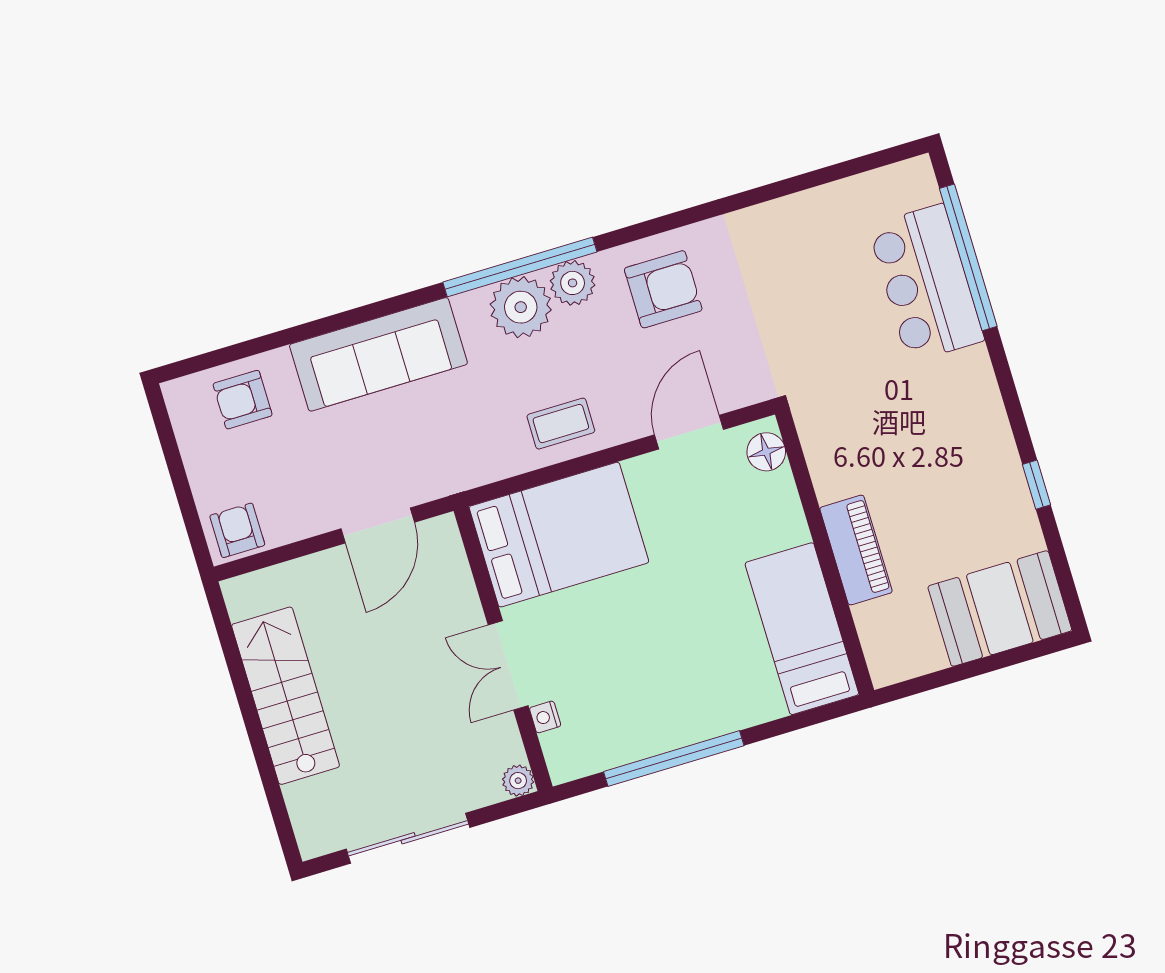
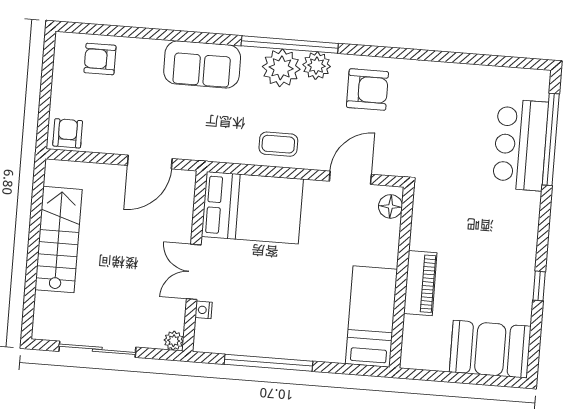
sofa: (378, 354) -> (202, 64), width x0.73

